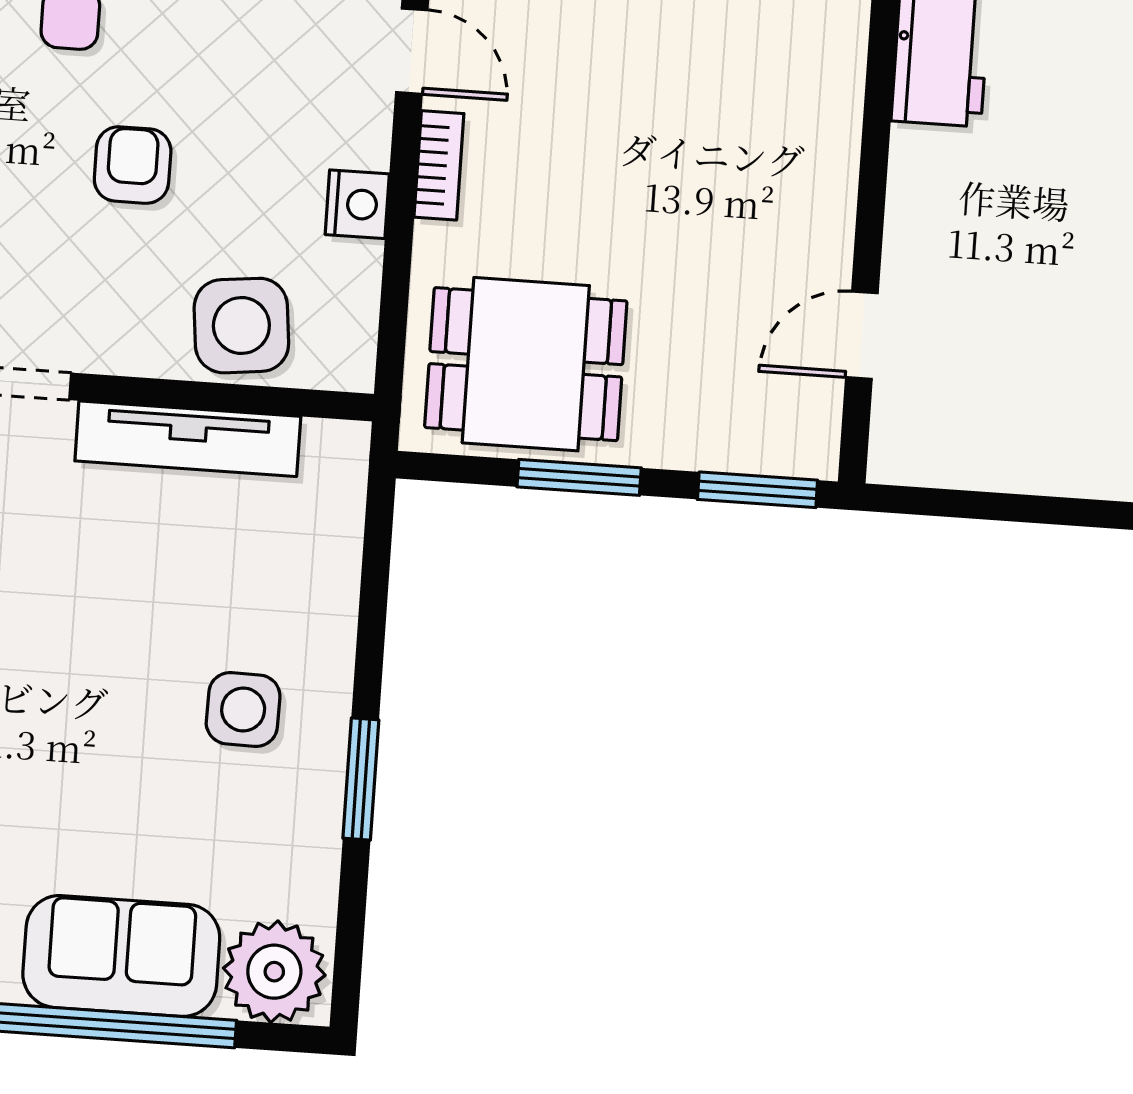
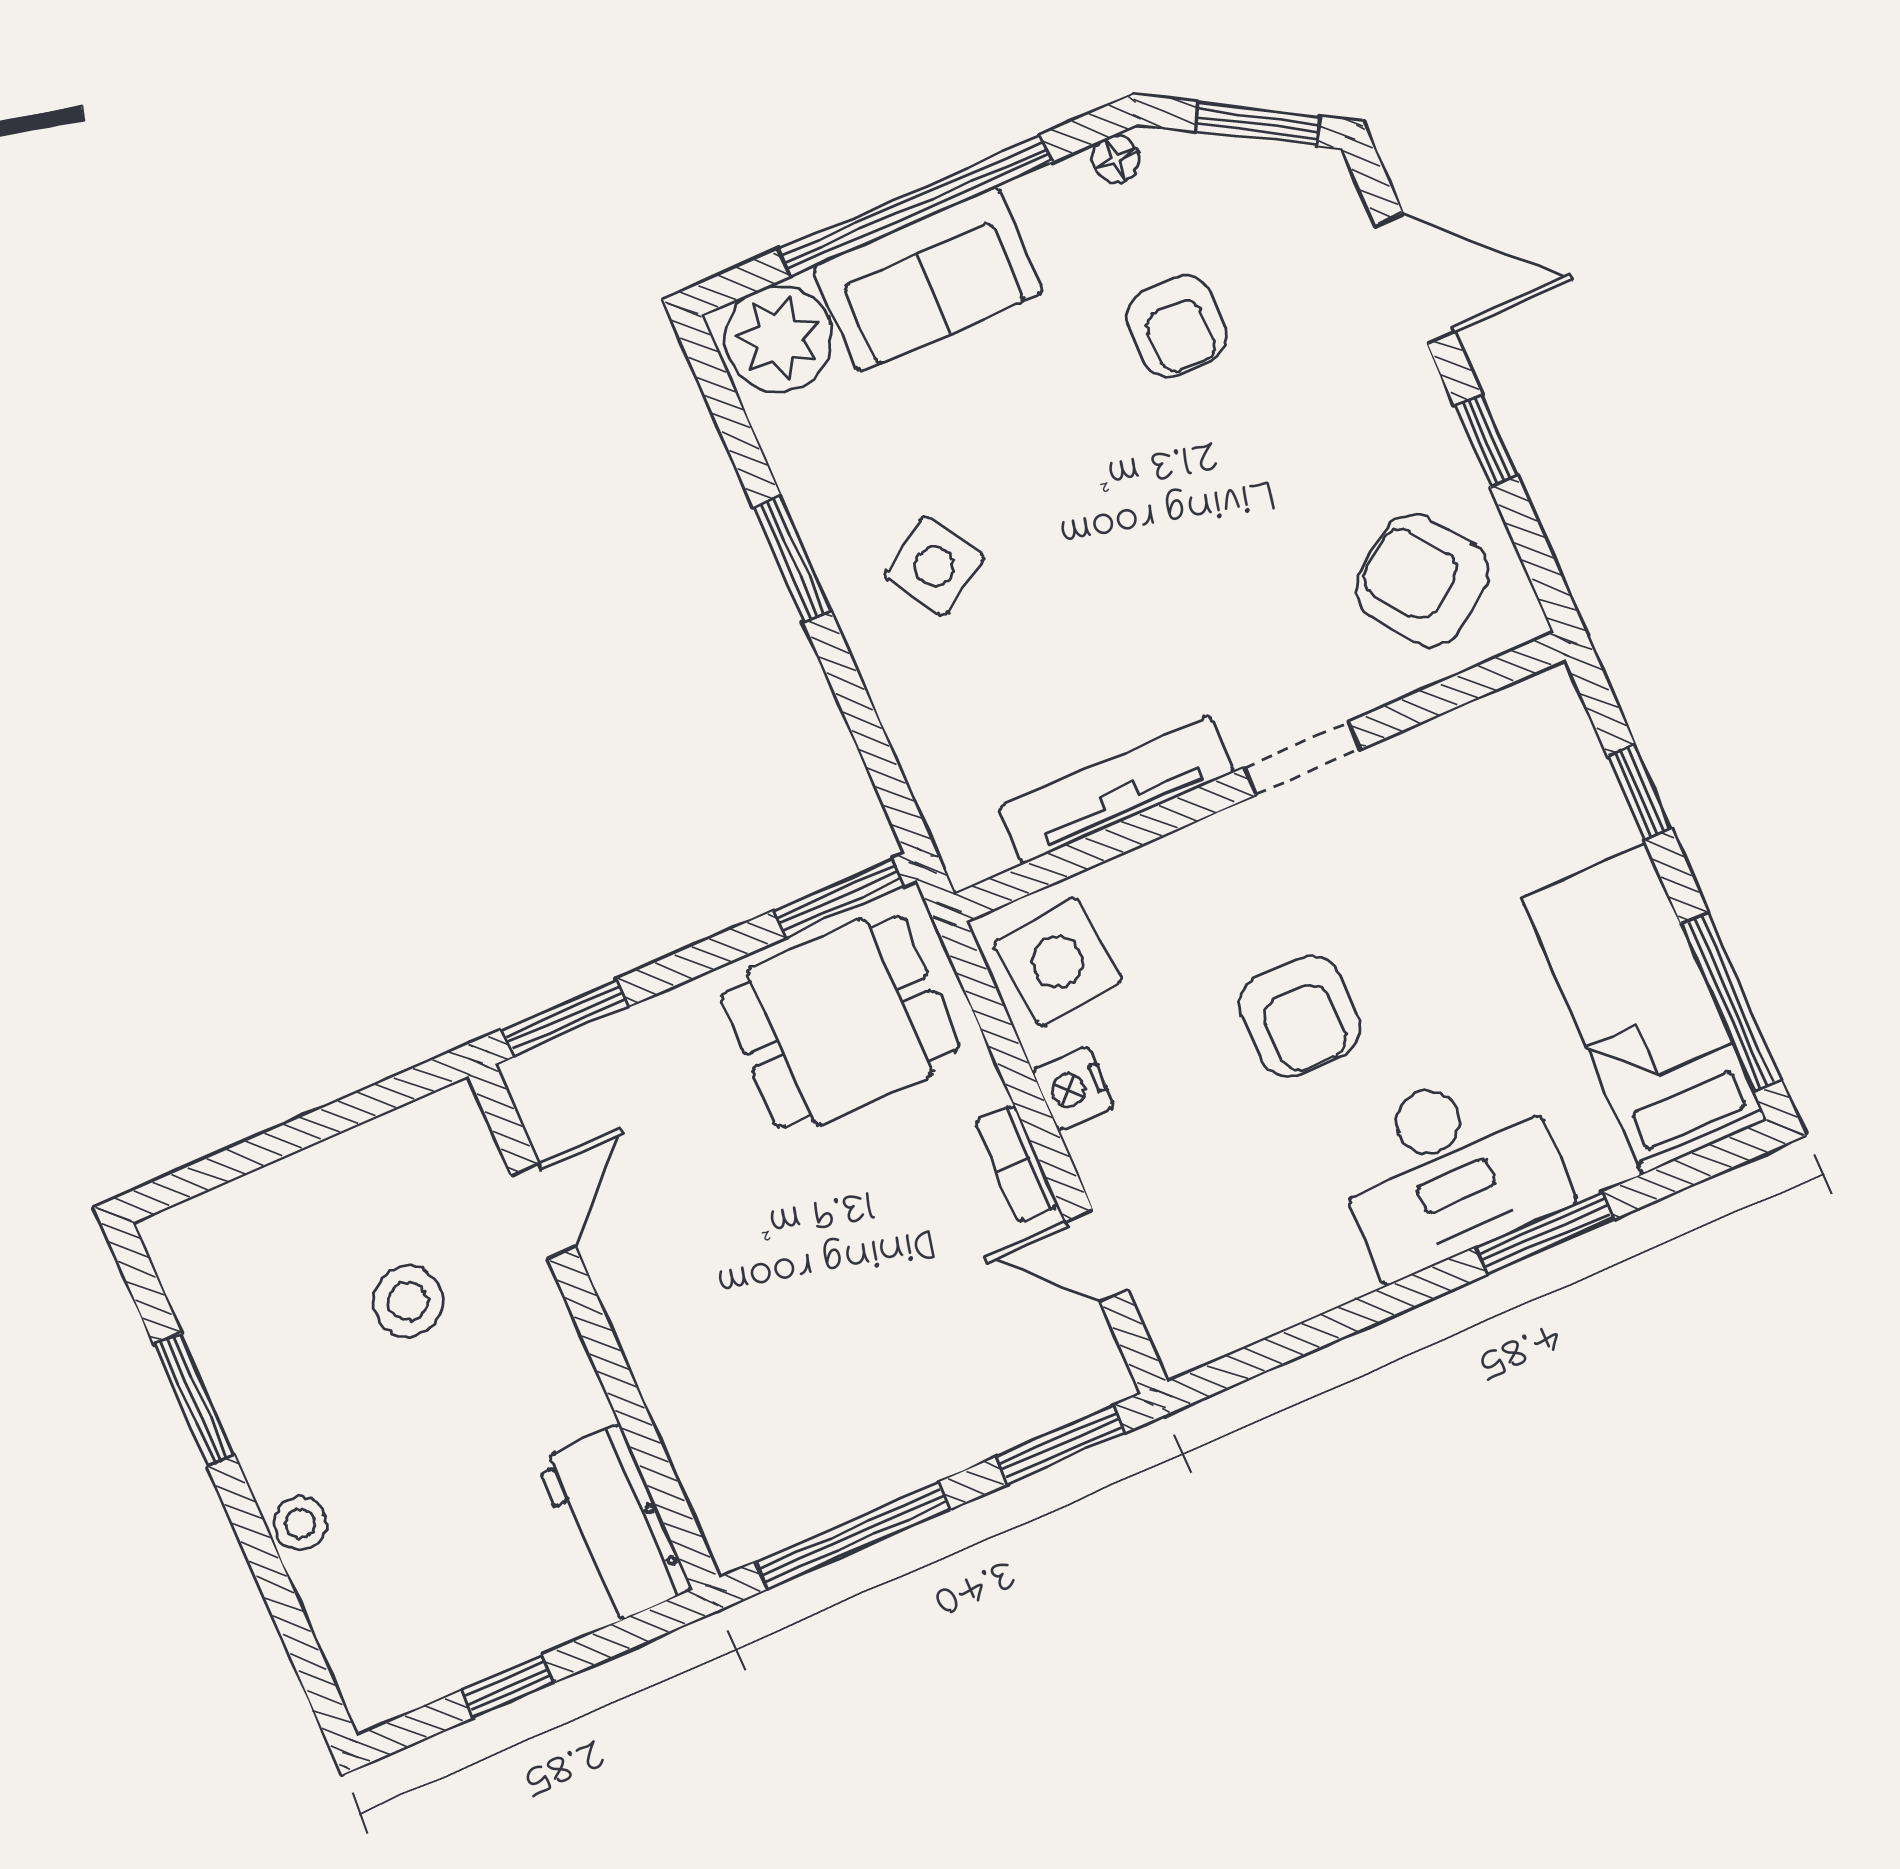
armchair: (133, 165) -> (1300, 1016), width x1.38, depth x1.38
stool: (1017, 319) -> (408, 1301), added
side table: (241, 326) -> (1058, 962), moved
window: (579, 477) -> (839, 898), moved
side table: (243, 709) -> (934, 566), turned -33

